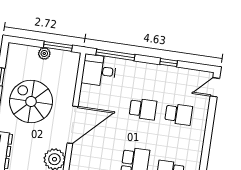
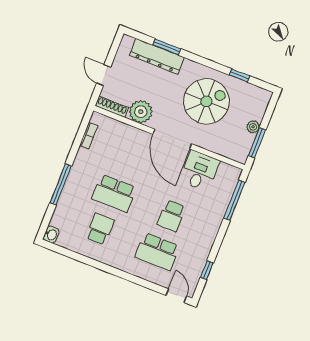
window: (169, 63) -> (207, 270), moved
desk: (99, 71) -> (199, 171), moved
school desk: (179, 114) -> (157, 252), width x1.85

